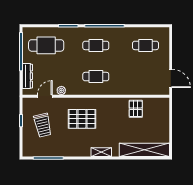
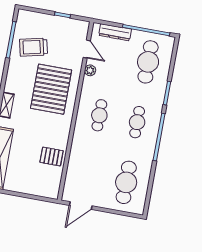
cafe table: (145, 45) -> (126, 182), width x1.37, depth x1.35
pallet: (82, 119) -> (51, 89), width x1.37, depth x1.41
trolley: (43, 125) -> (34, 47), moved

